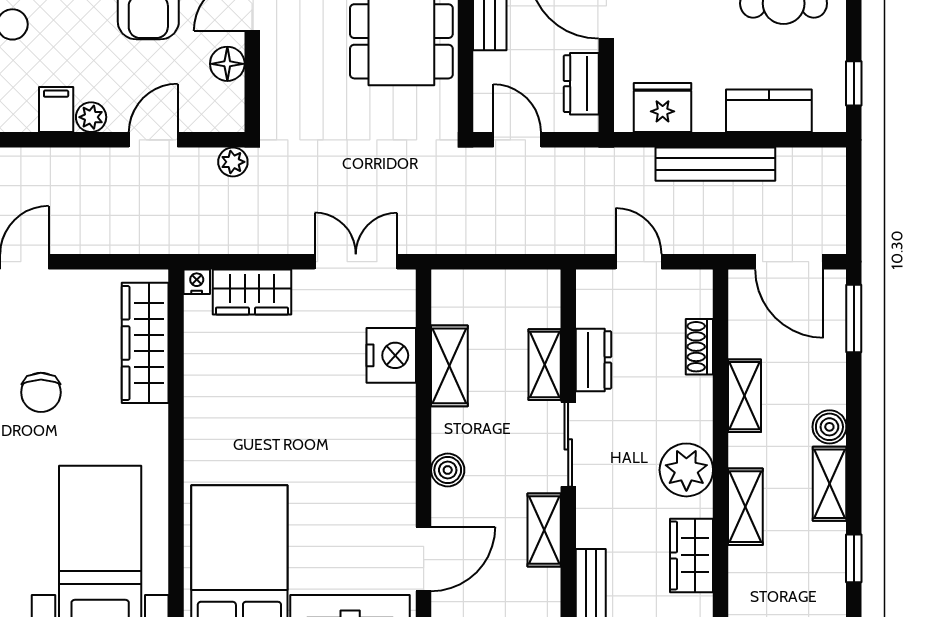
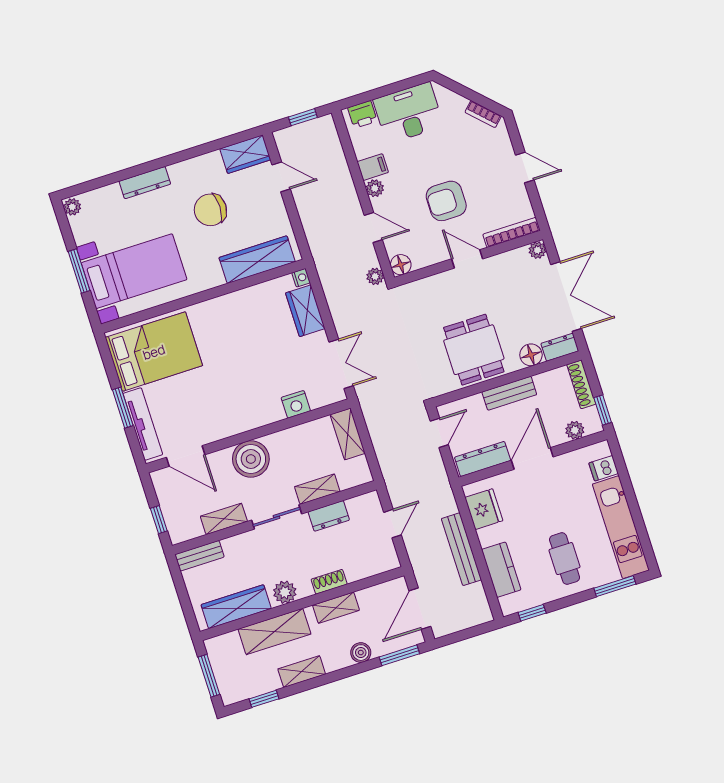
floor lamp: (227, 64) -> (401, 265), moved
dresser: (581, 84) -> (483, 459), width x1.44
shoe rack: (699, 347) -> (329, 582), moved
nightstand: (391, 355) -> (296, 404), width x0.74, depth x0.75
shelving: (449, 366) -> (348, 434), moved, turned 90
chair: (41, 392) -> (210, 210), width x1.37, depth x1.37
boiler: (829, 427) -> (361, 653), moved
boiler: (448, 470) -> (251, 459), width x1.86, depth x1.86
plant: (686, 470) -> (285, 592), width x0.73, depth x0.73
shelving: (745, 507) -> (274, 631), width x1.50, depth x1.33
wardrobe: (691, 555) -> (236, 607), width x1.50

